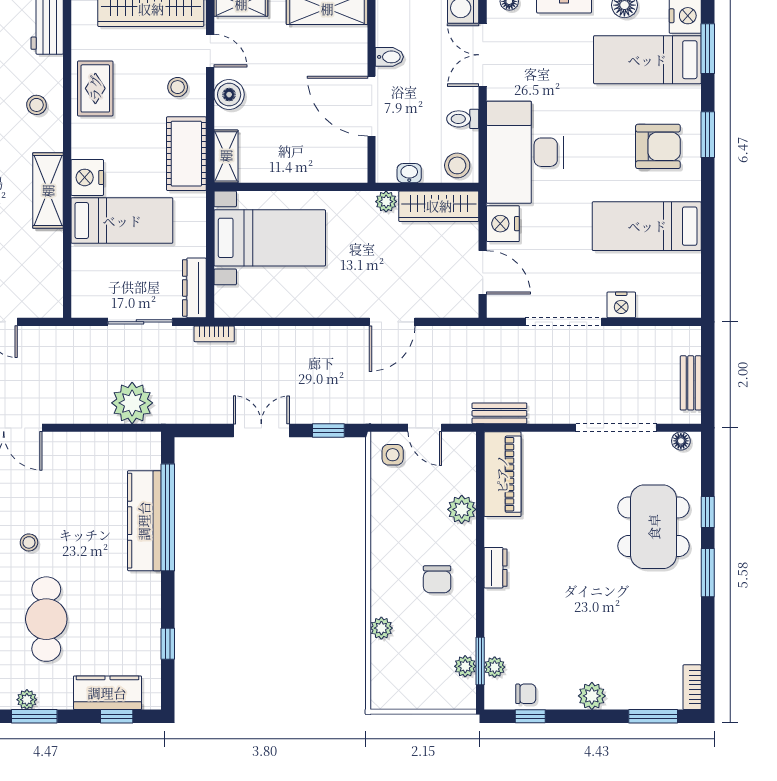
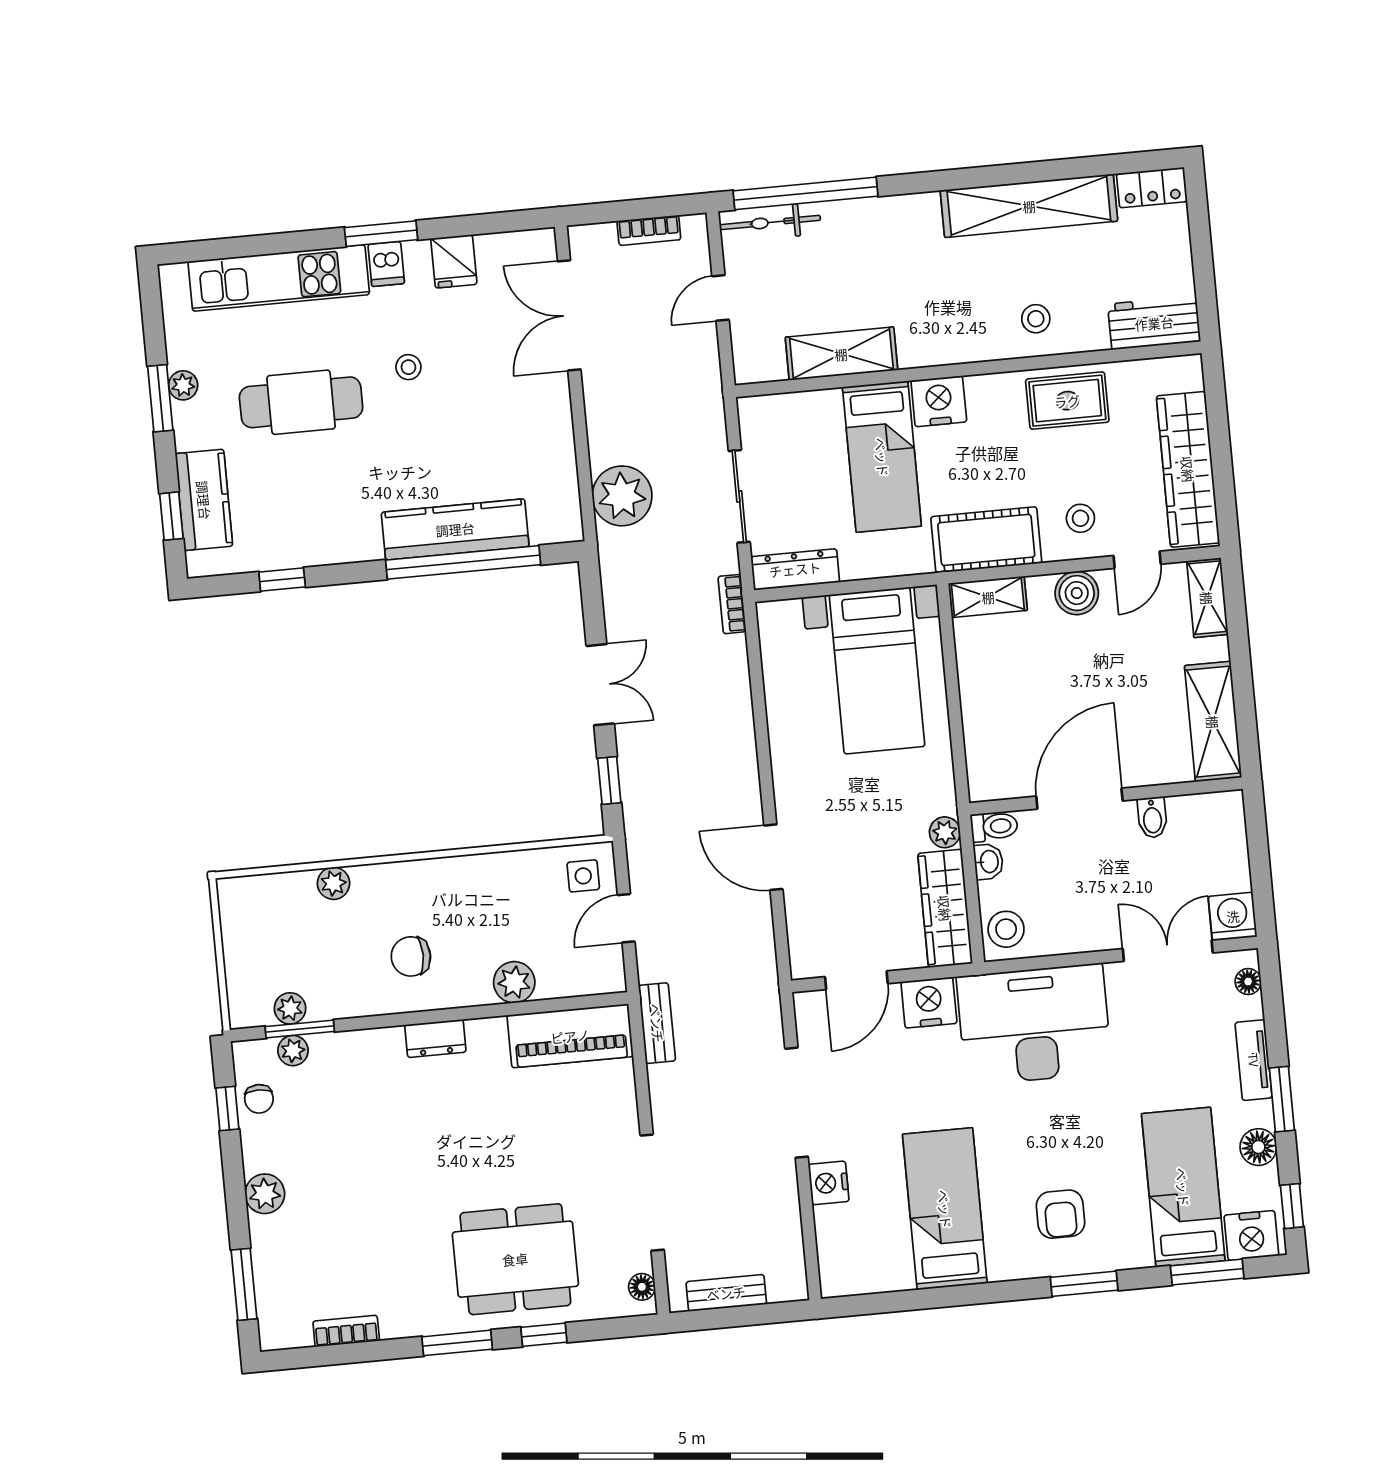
toilet: (463, 119) -> (994, 826), moved, turned 90
armchair: (658, 146) -> (1061, 1214), width x0.72, depth x0.72
shelving: (48, 191) -> (841, 354), moved
bookcase: (692, 687) -> (346, 1331), moved

